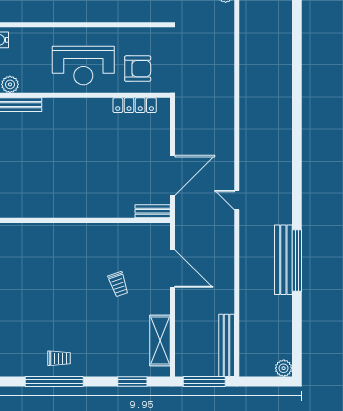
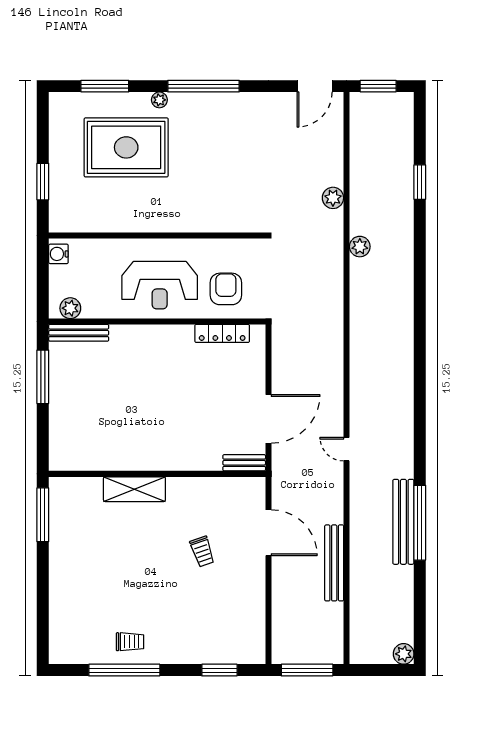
plant: (248, 34) -> (360, 247), added
armchair: (138, 69) -> (226, 289), turned -90
shelving: (160, 340) -> (134, 489), moved, turned 90
bench: (227, 345) -> (334, 563), moved

